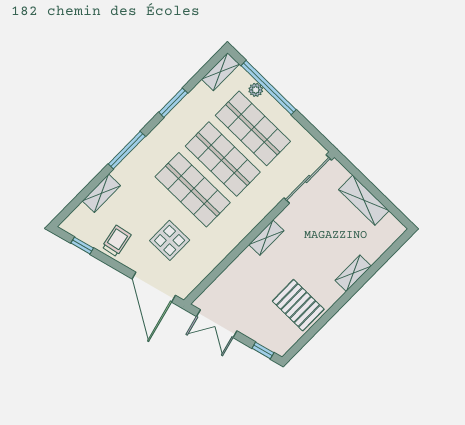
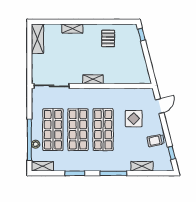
shelving: (364, 200) -> (37, 39), moved
door: (154, 287) -> (160, 106), width x0.53
pallet: (298, 305) -> (108, 38), width x0.67, depth x0.71
double door: (217, 324) -> (149, 65), removed

